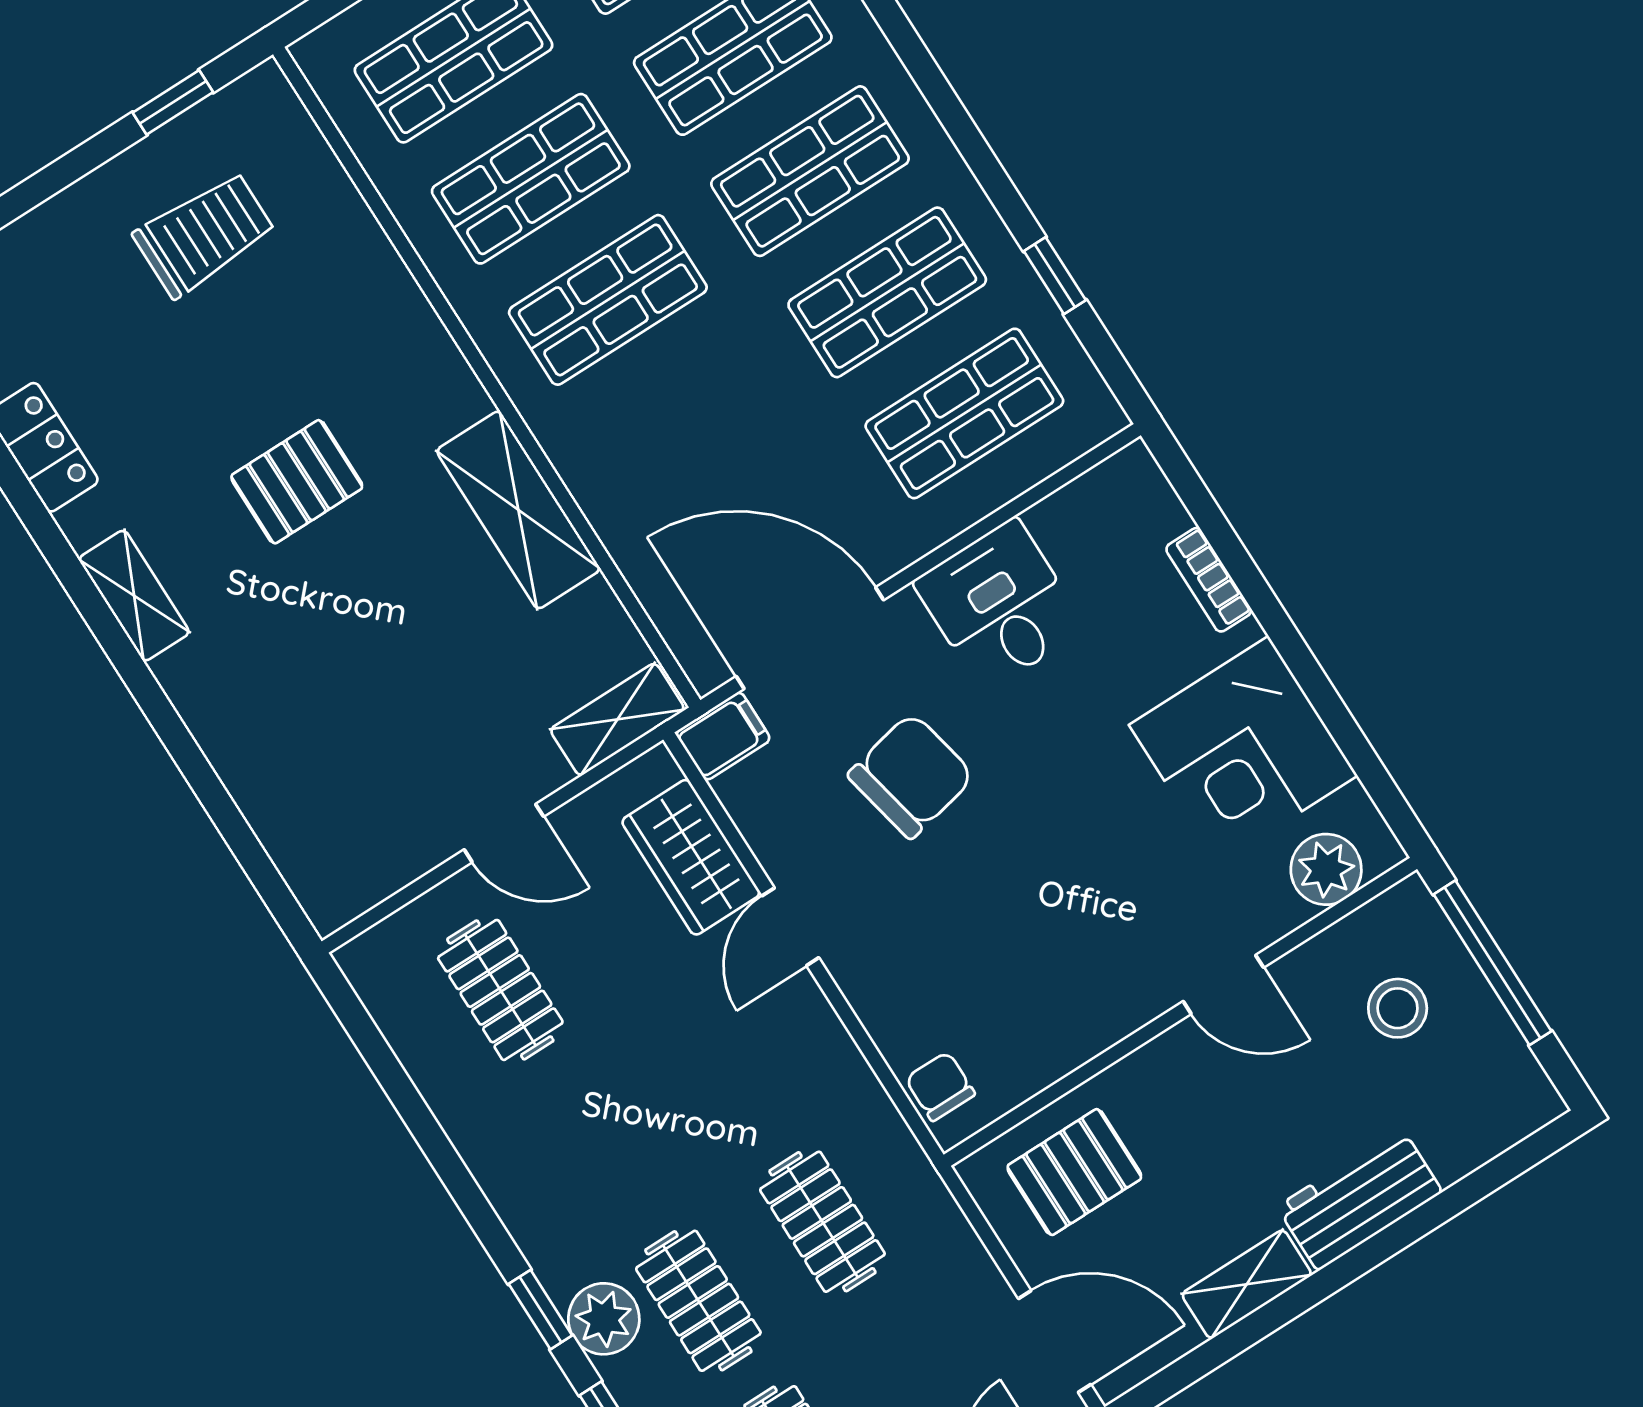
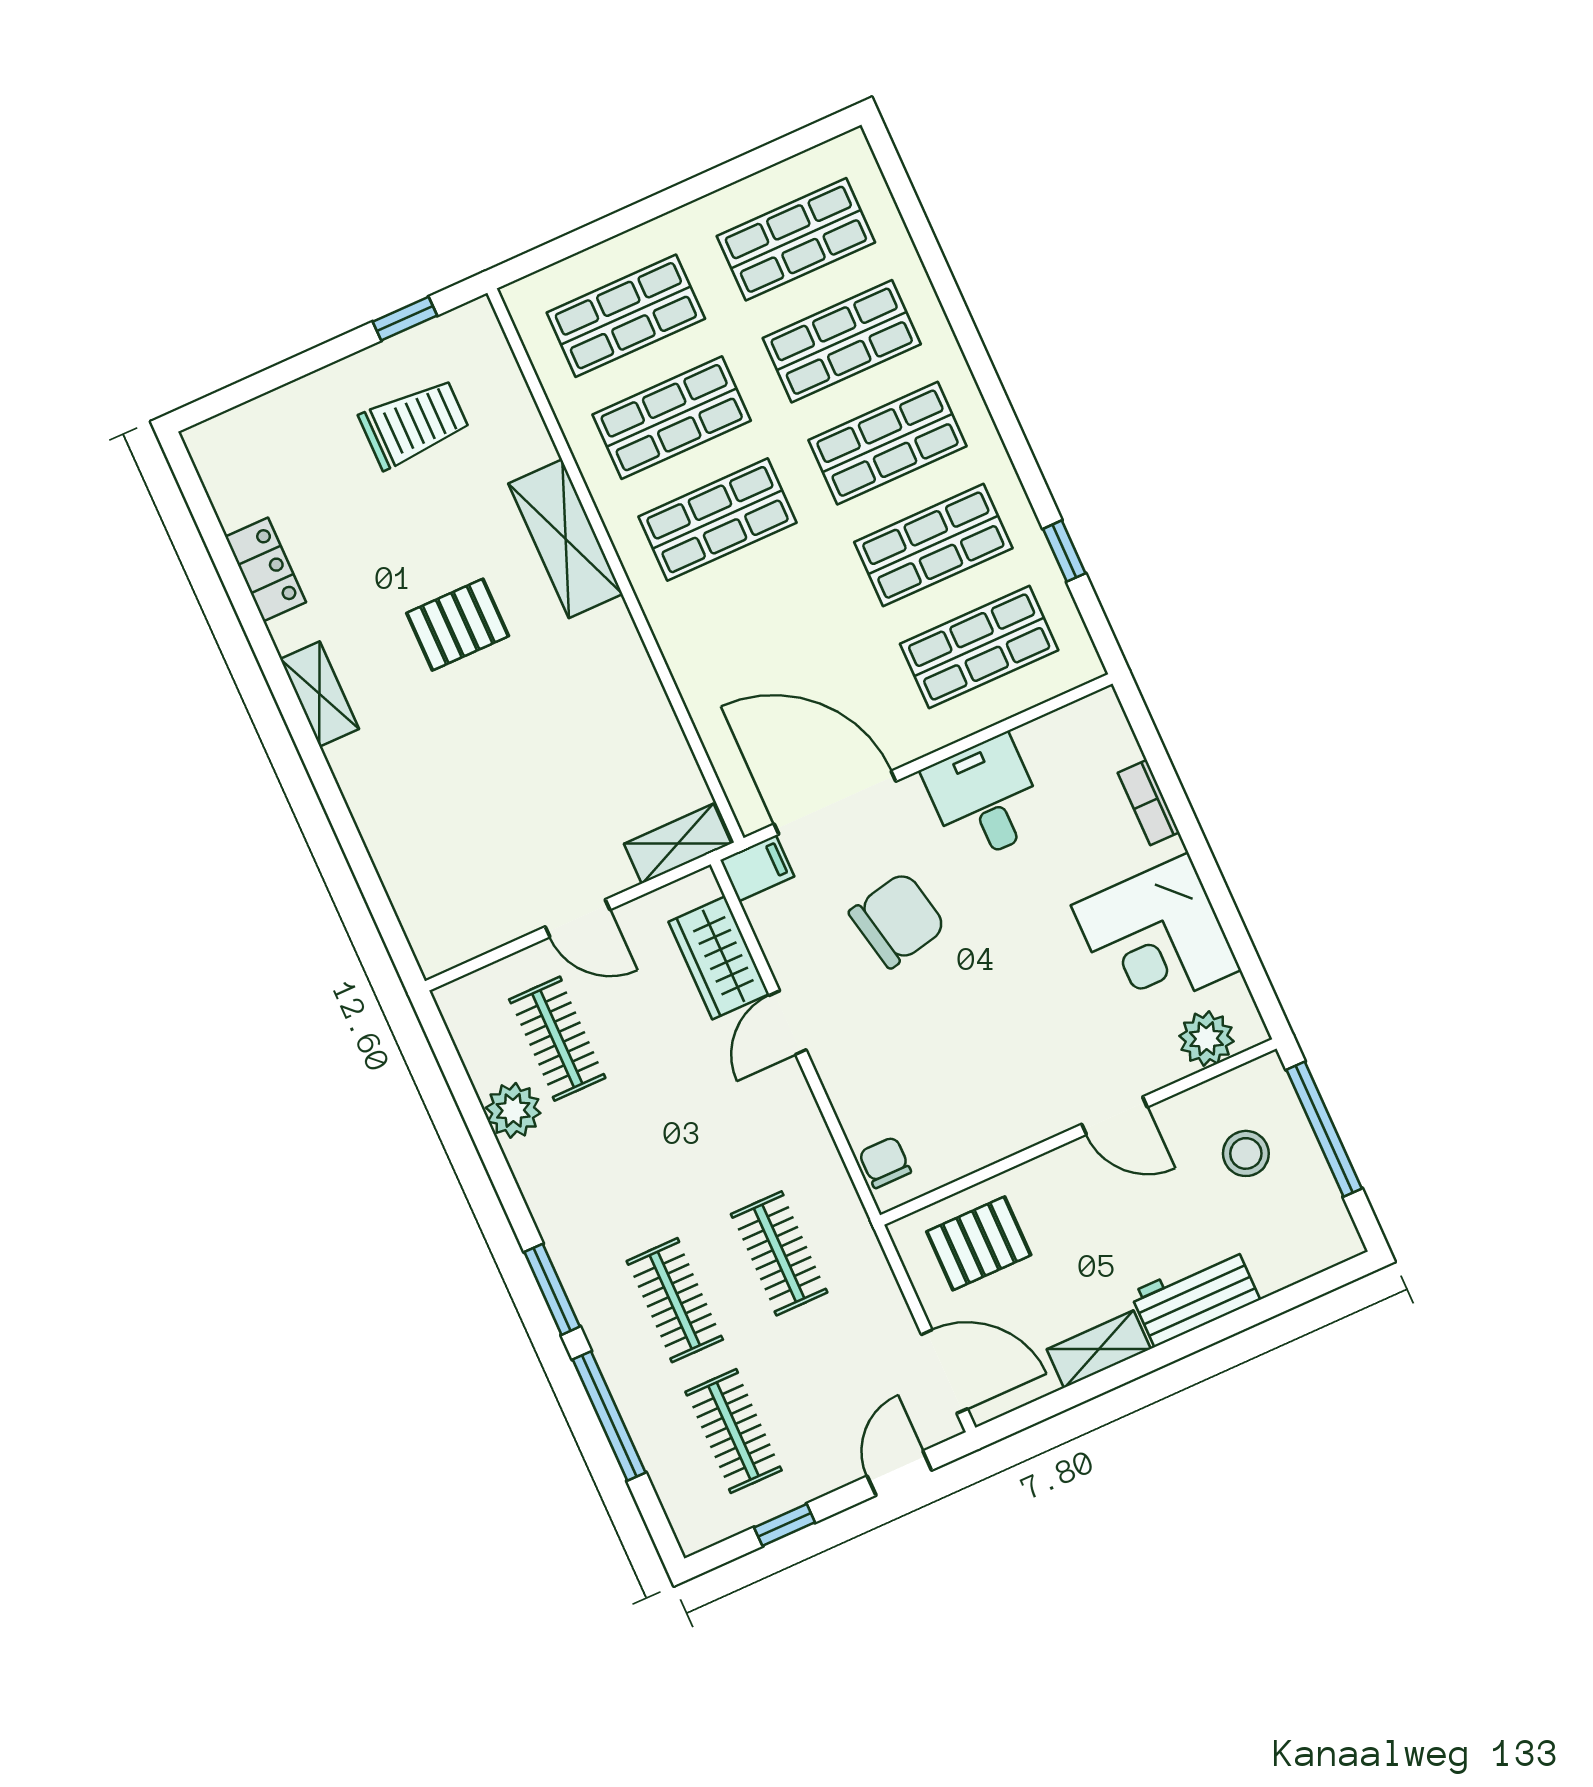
shelving: (518, 510) -> (565, 539), moved
window: (540, 1310) -> (552, 1289), width x1.50
plant: (604, 1319) -> (513, 1110), moved

